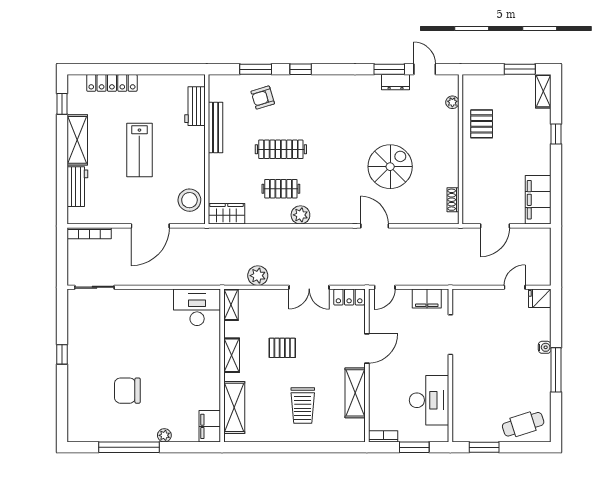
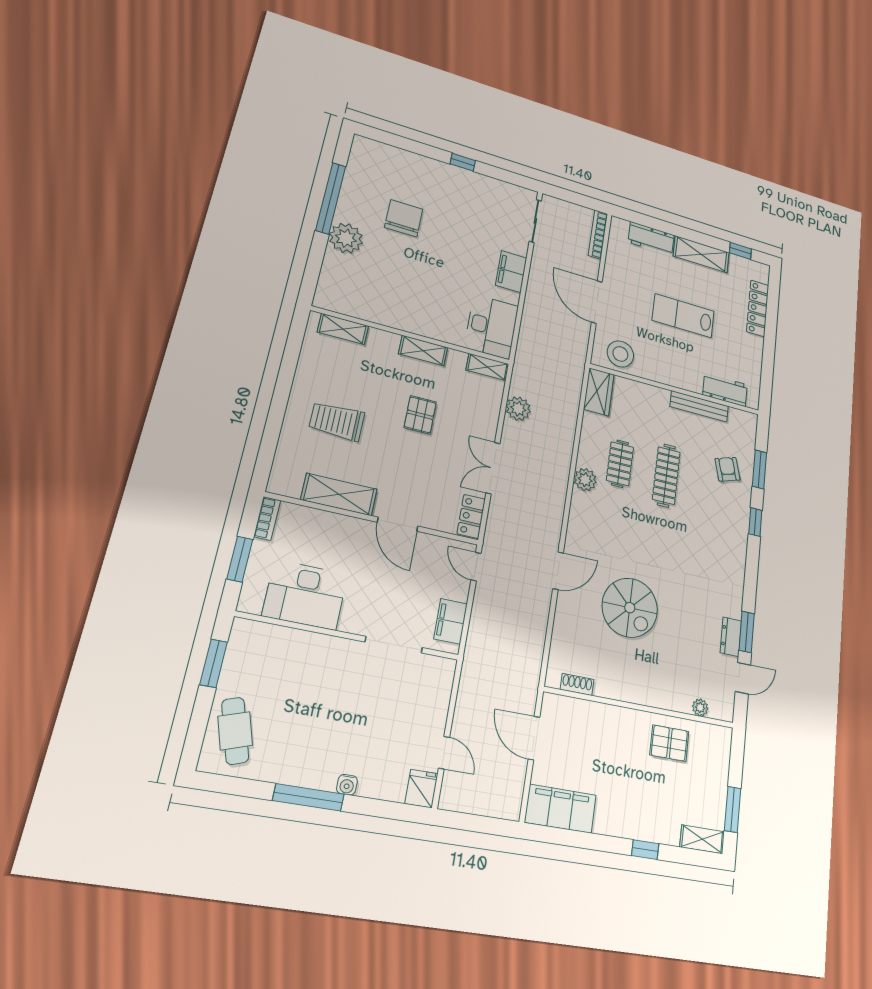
shelving: (234, 407) -> (343, 329), width x0.67, depth x0.75
filing cabinet: (210, 426) -> (511, 272), moved, turned -90
plant: (164, 435) -> (346, 238), width x1.87, depth x1.87

